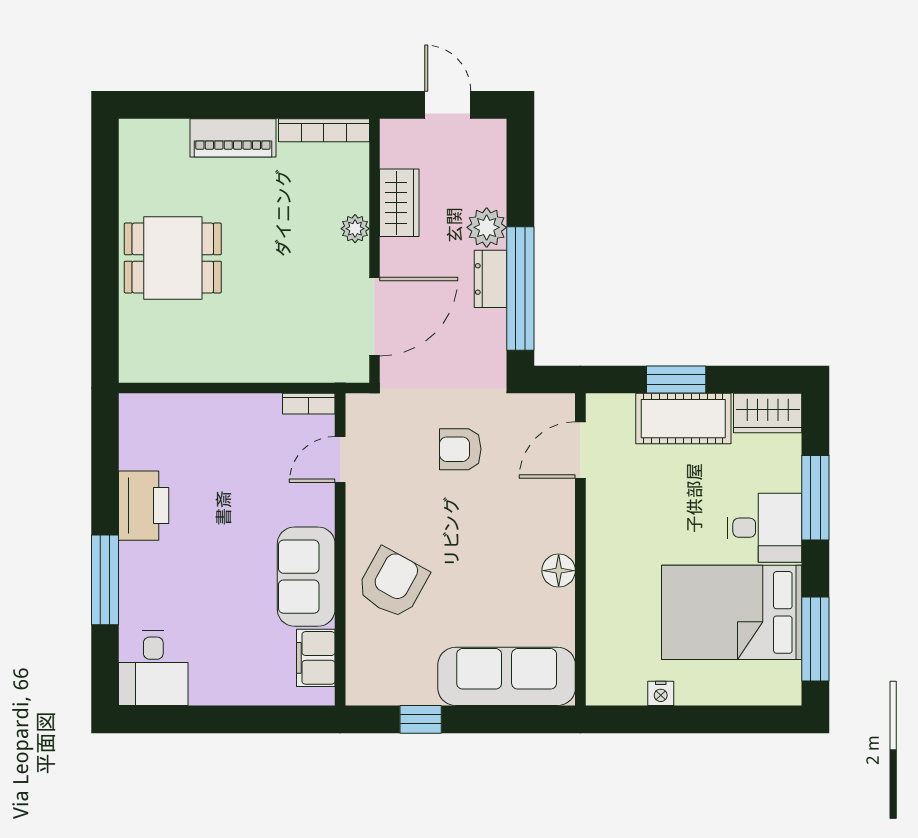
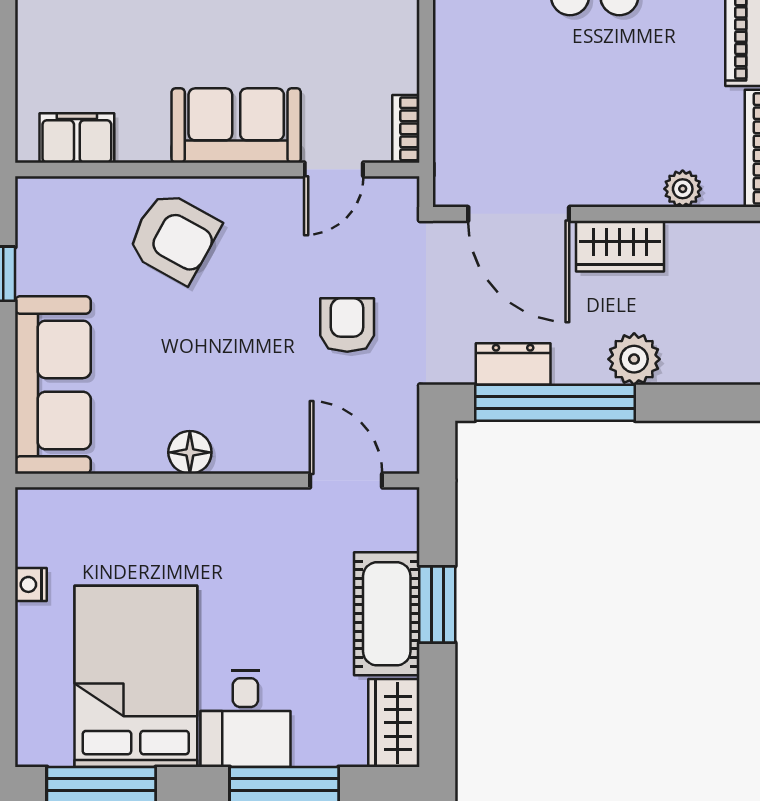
wardrobe: (399, 203) -> (620, 246), moved
plant: (355, 229) -> (683, 189), moved
dresser: (490, 279) -> (513, 364), moved
door: (340, 459) -> (334, 169), swing flipped
sofa: (306, 577) -> (236, 125), moved

